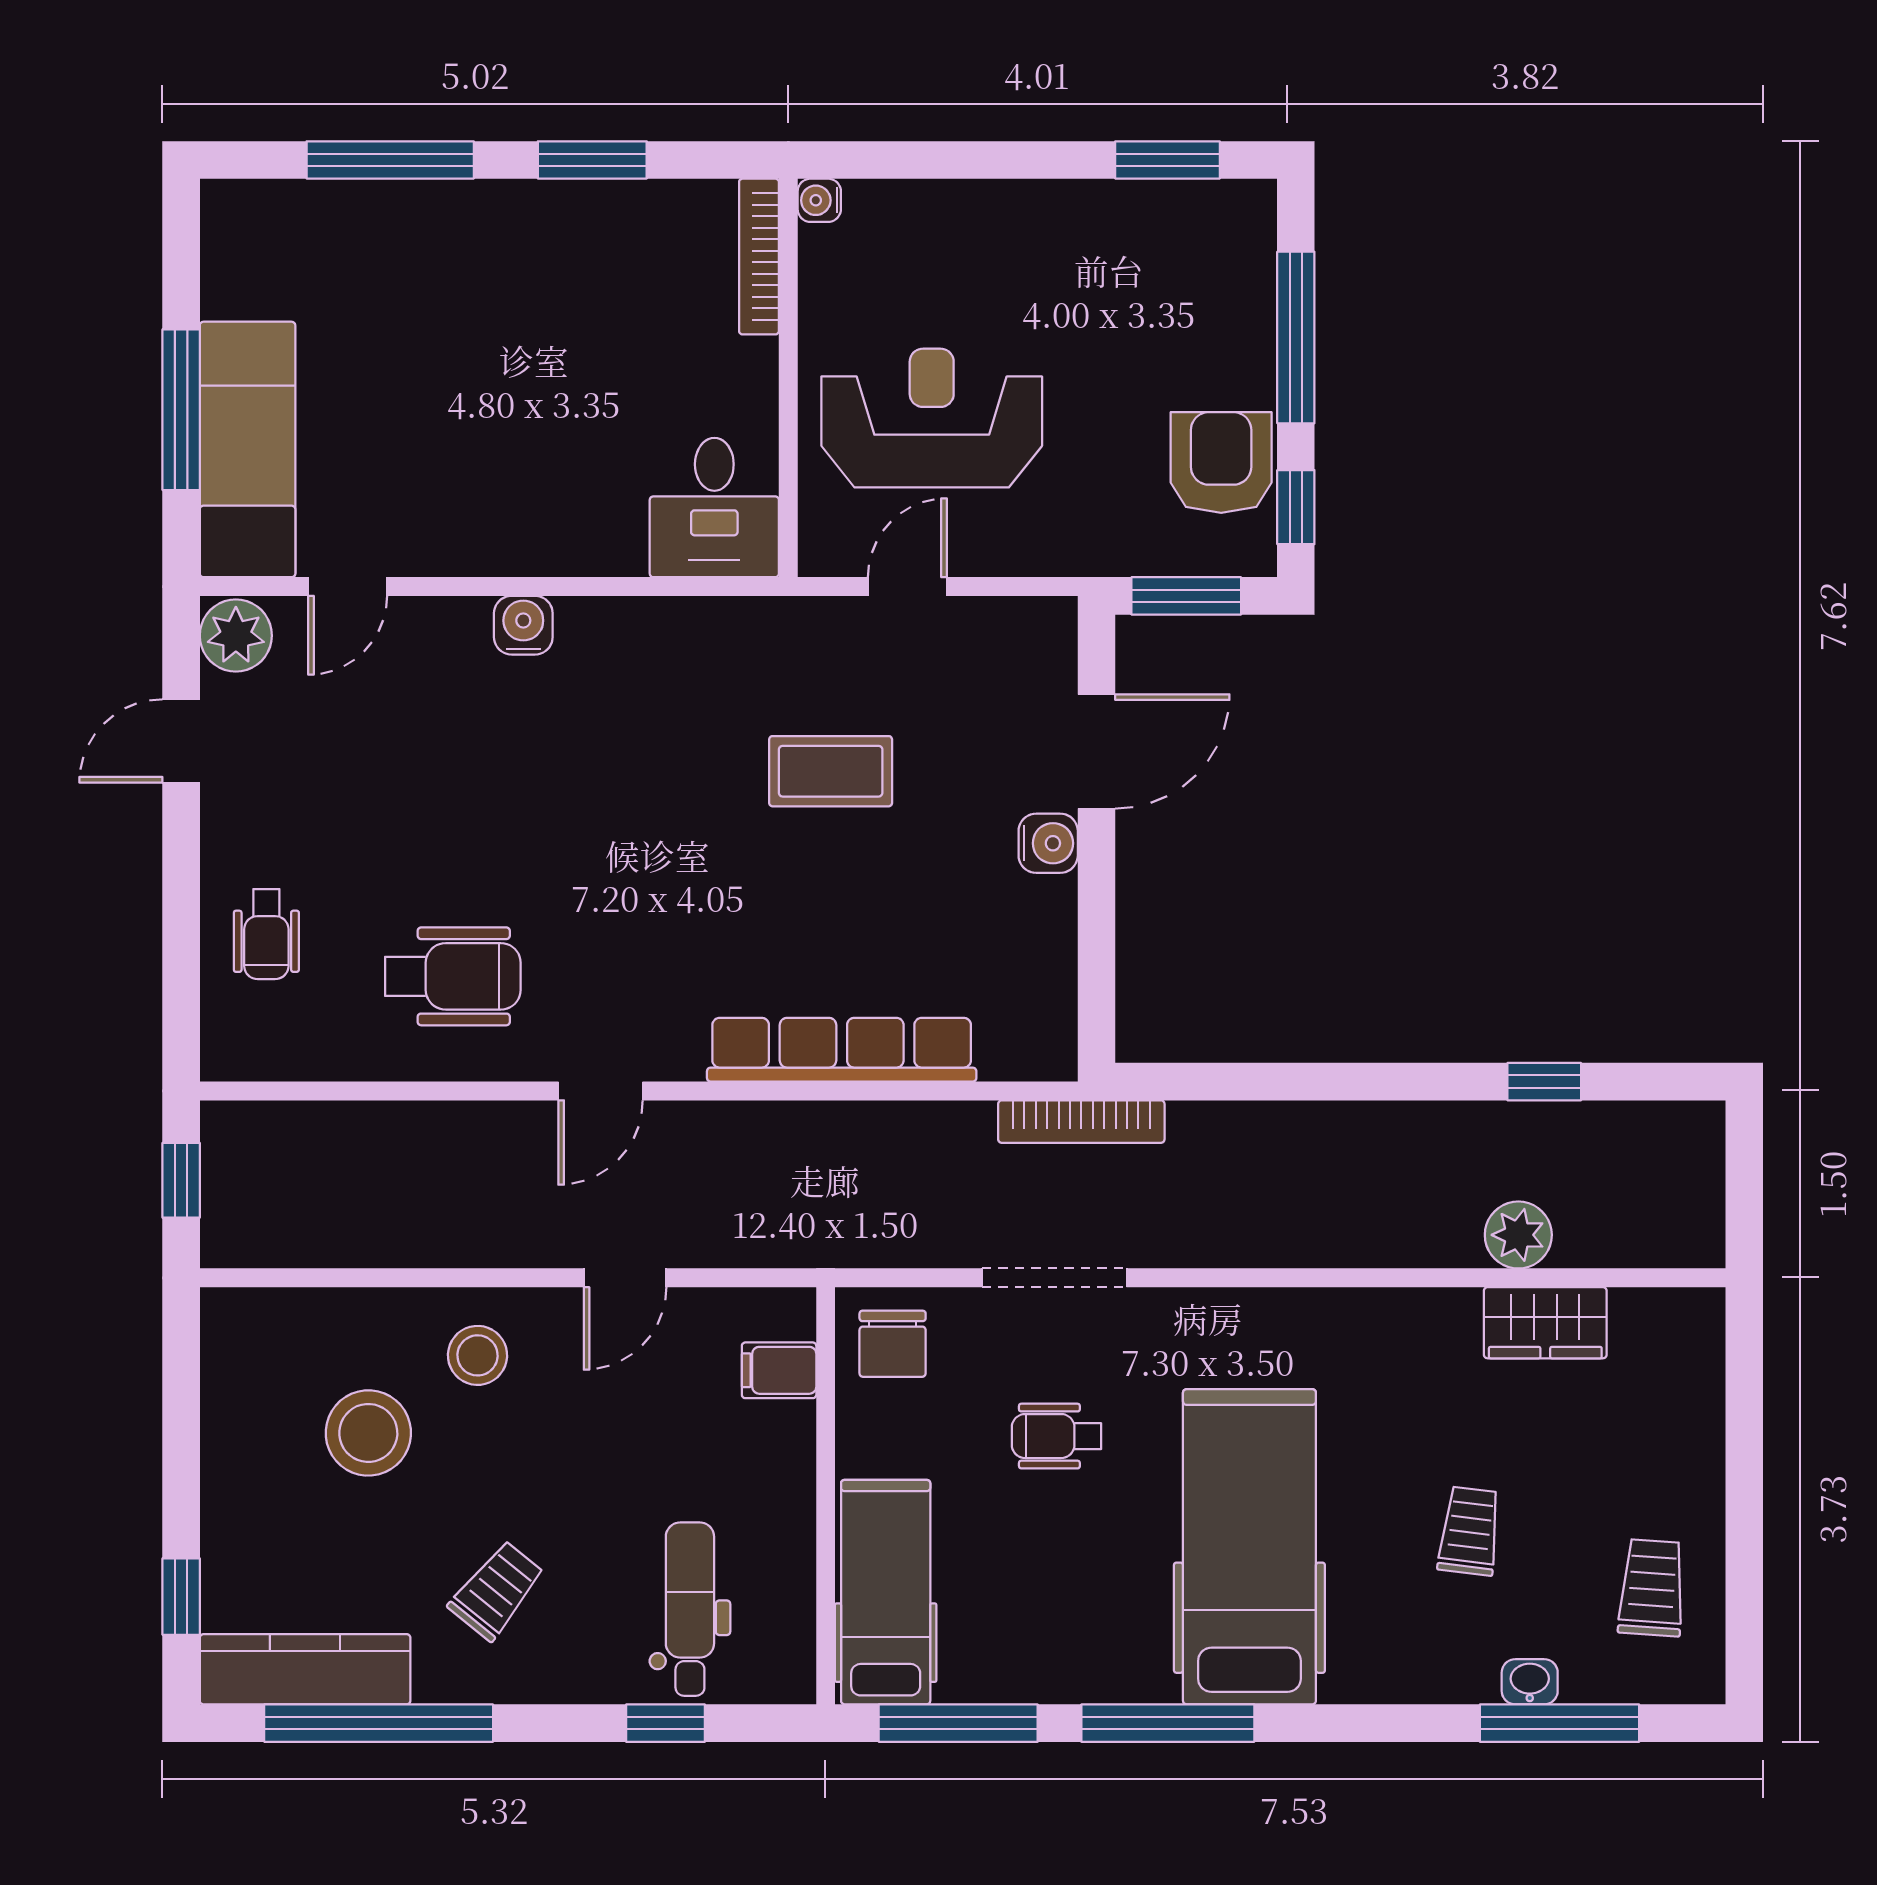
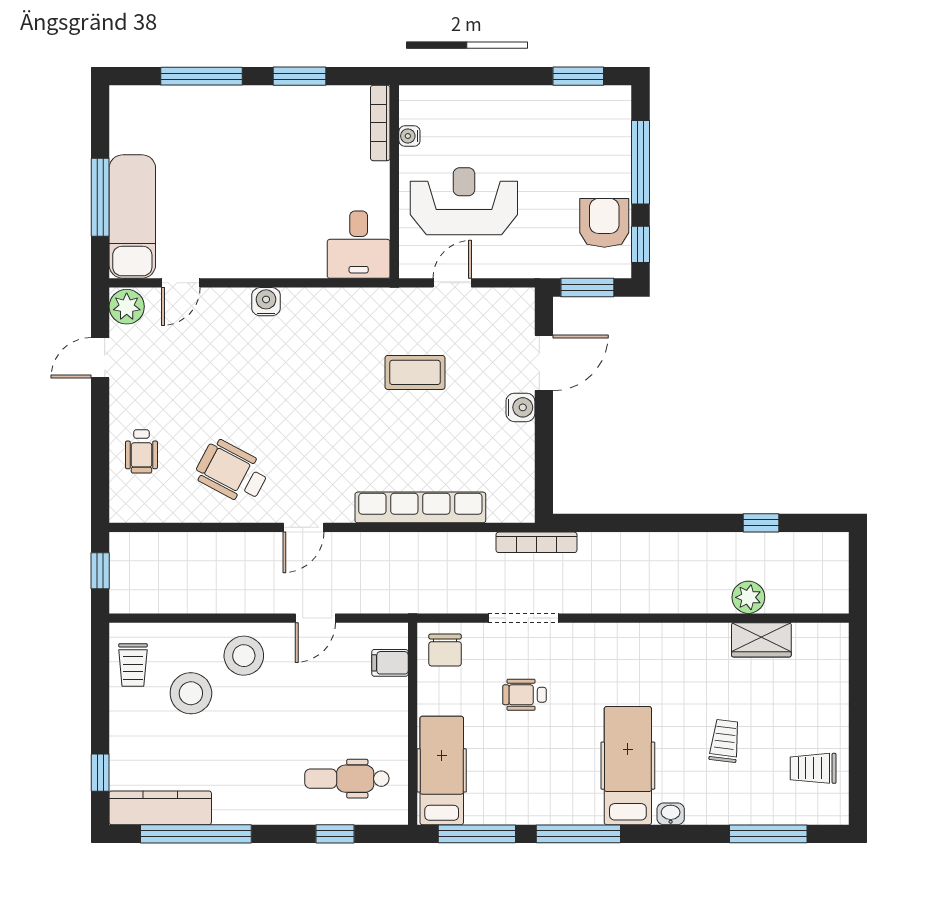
water cooler: (819, 200) -> (409, 136), moved
wheelchair: (453, 976) -> (232, 472), turned -152
stool: (478, 1355) -> (244, 656), width x1.38, depth x1.38
hospital bed: (1249, 1547) -> (628, 766), width x0.73, depth x0.78
trolley: (1652, 1588) -> (813, 768), turned -94
trolley: (497, 1590) -> (133, 665), moved, turned 141
dental chair: (690, 1609) -> (347, 779), turned -90
washbasin: (1530, 1682) -> (671, 814), moved

